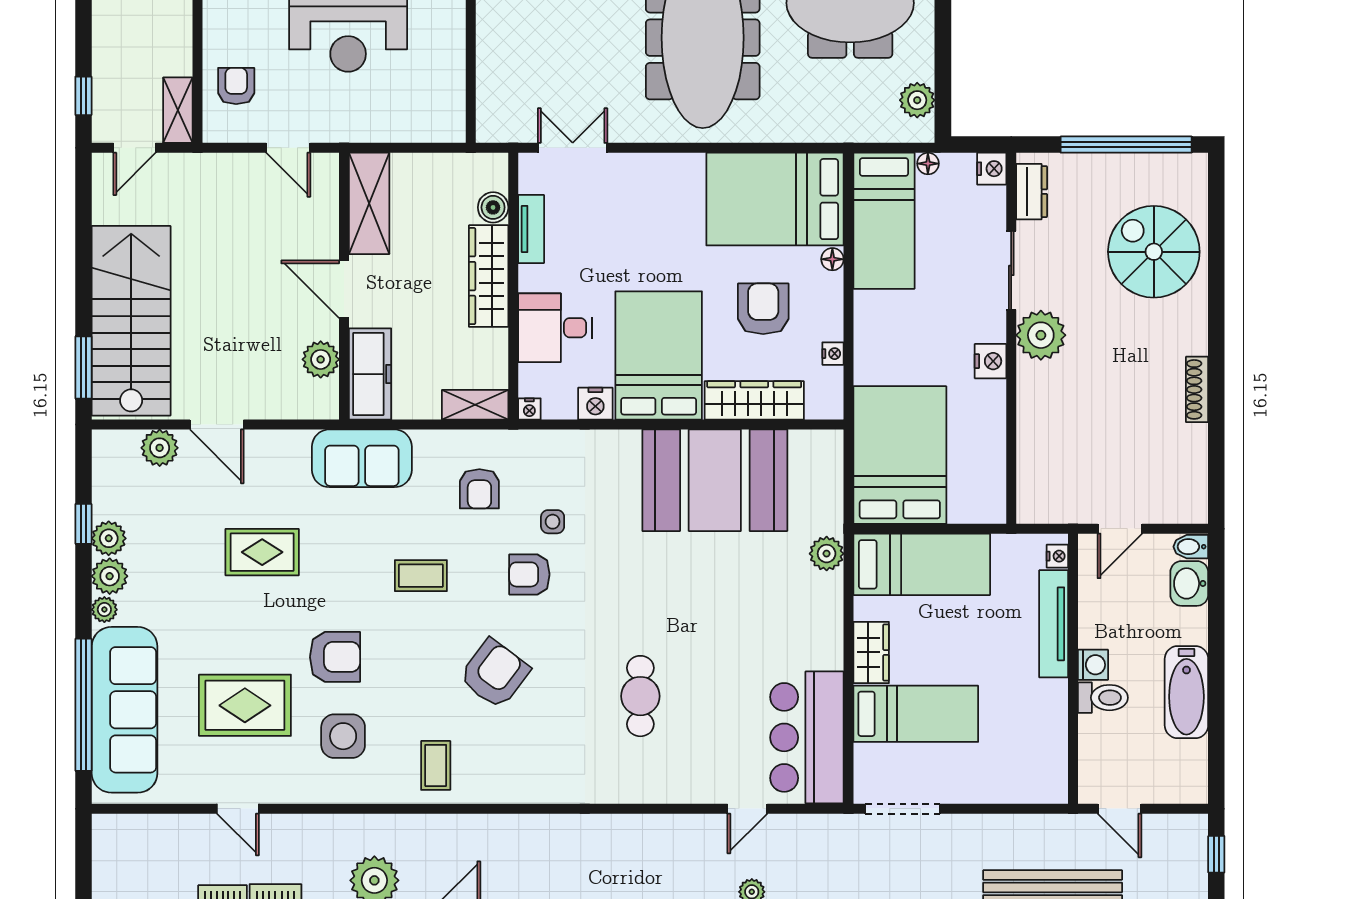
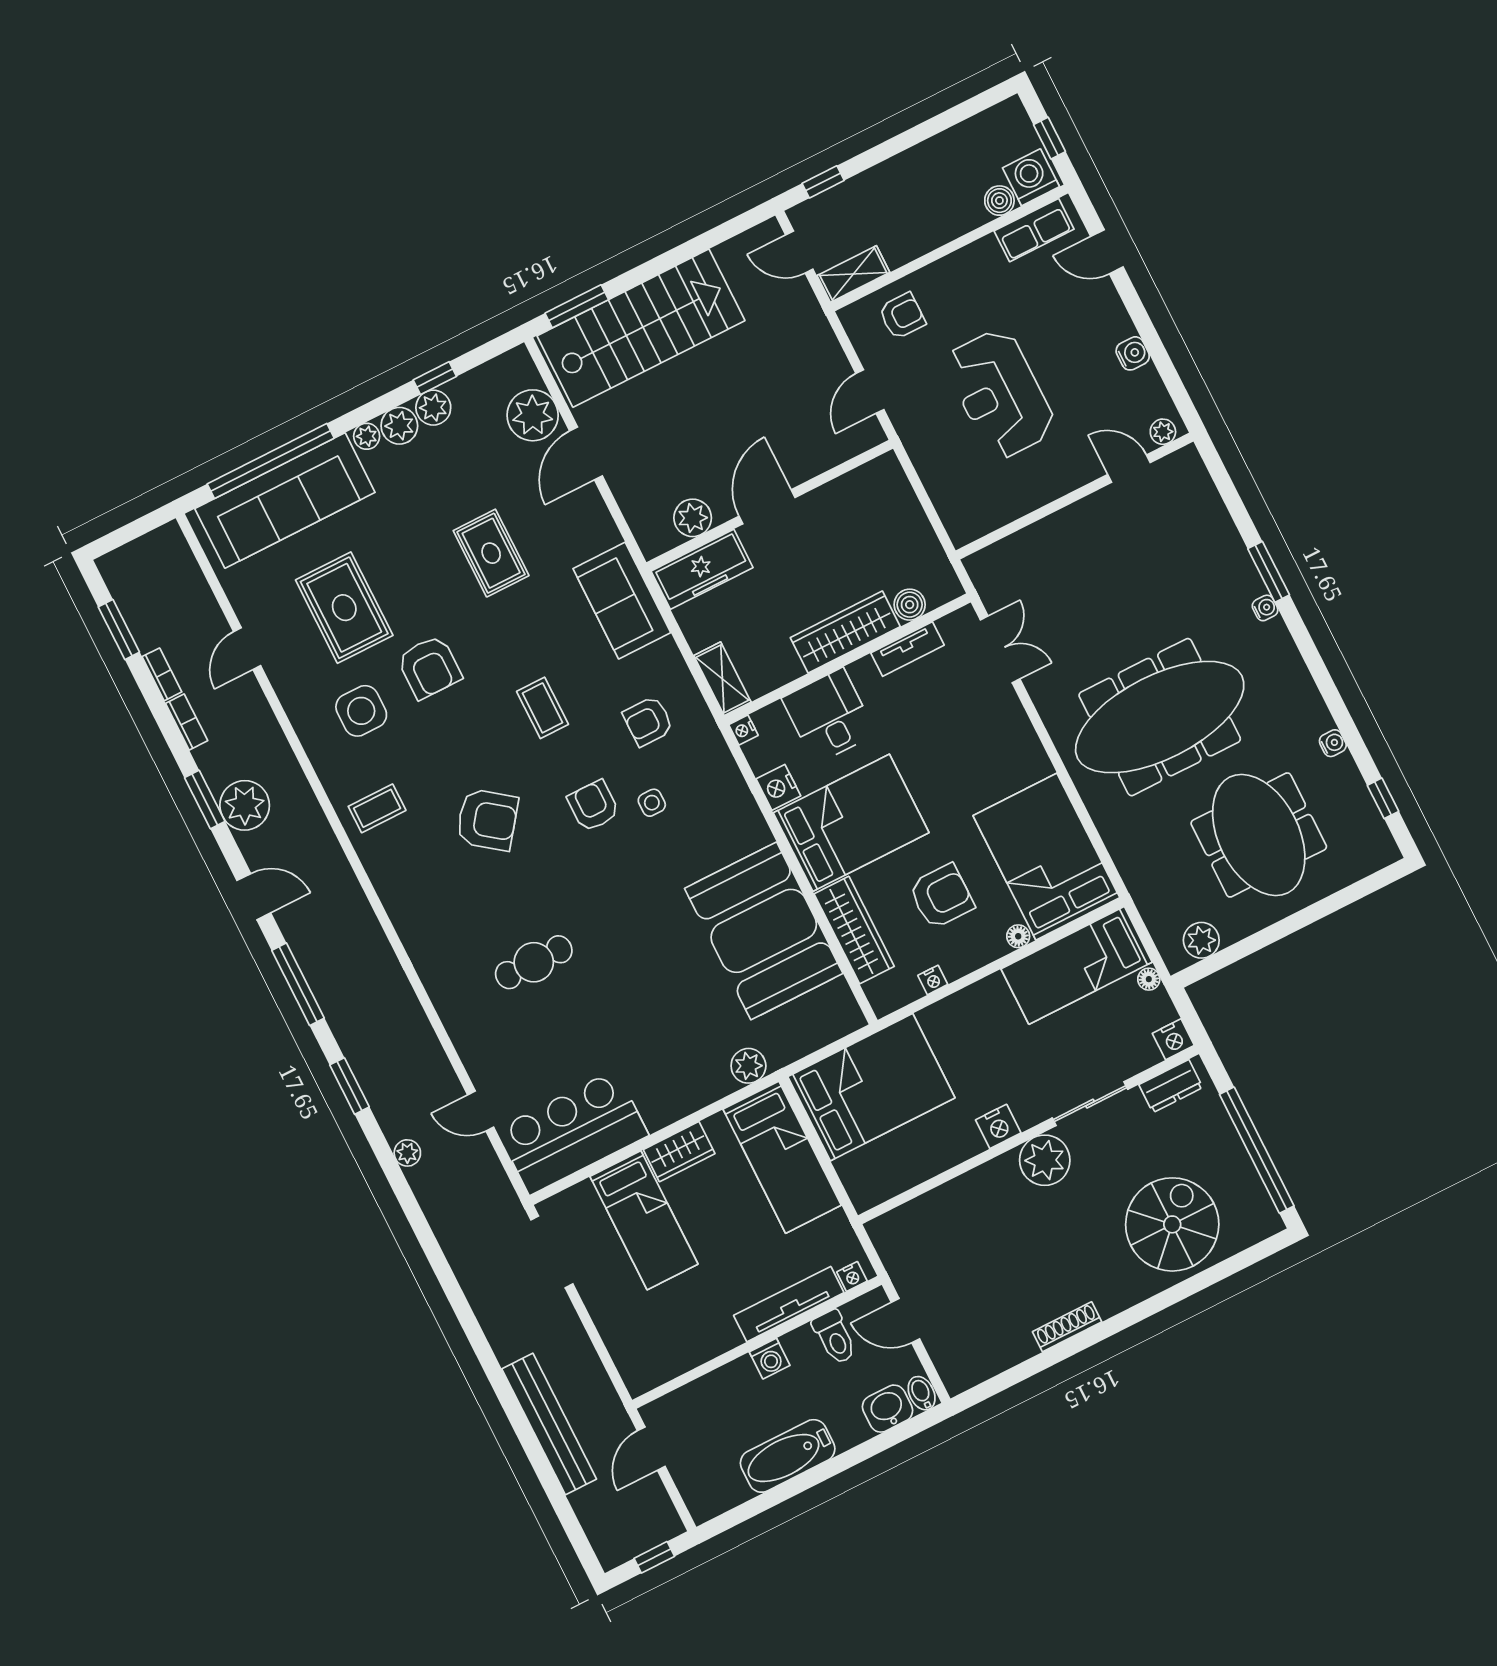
shelving: (369, 203) -> (856, 490), removed
plant: (160, 448) -> (533, 415), width x1.36, depth x1.36
toilet: (1103, 698) -> (835, 1337), moved

